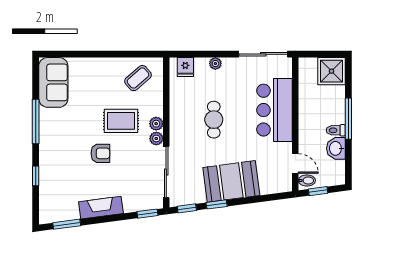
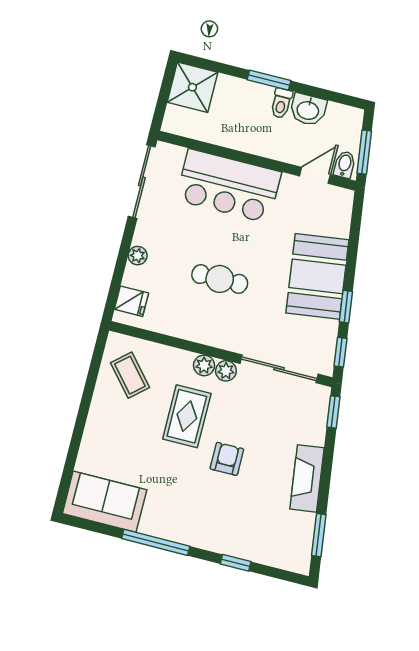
window: (348, 119) -> (269, 80), width x0.69
window: (318, 191) -> (364, 152), width x1.50

